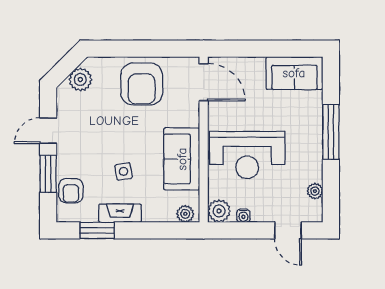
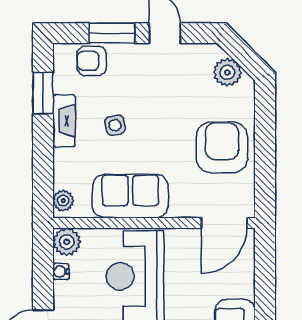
armchair: (142, 84) -> (222, 147), turned 90

